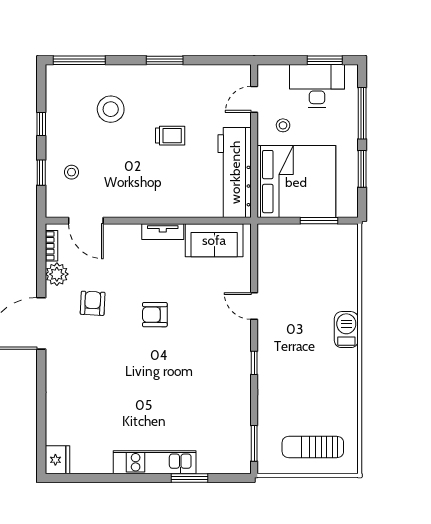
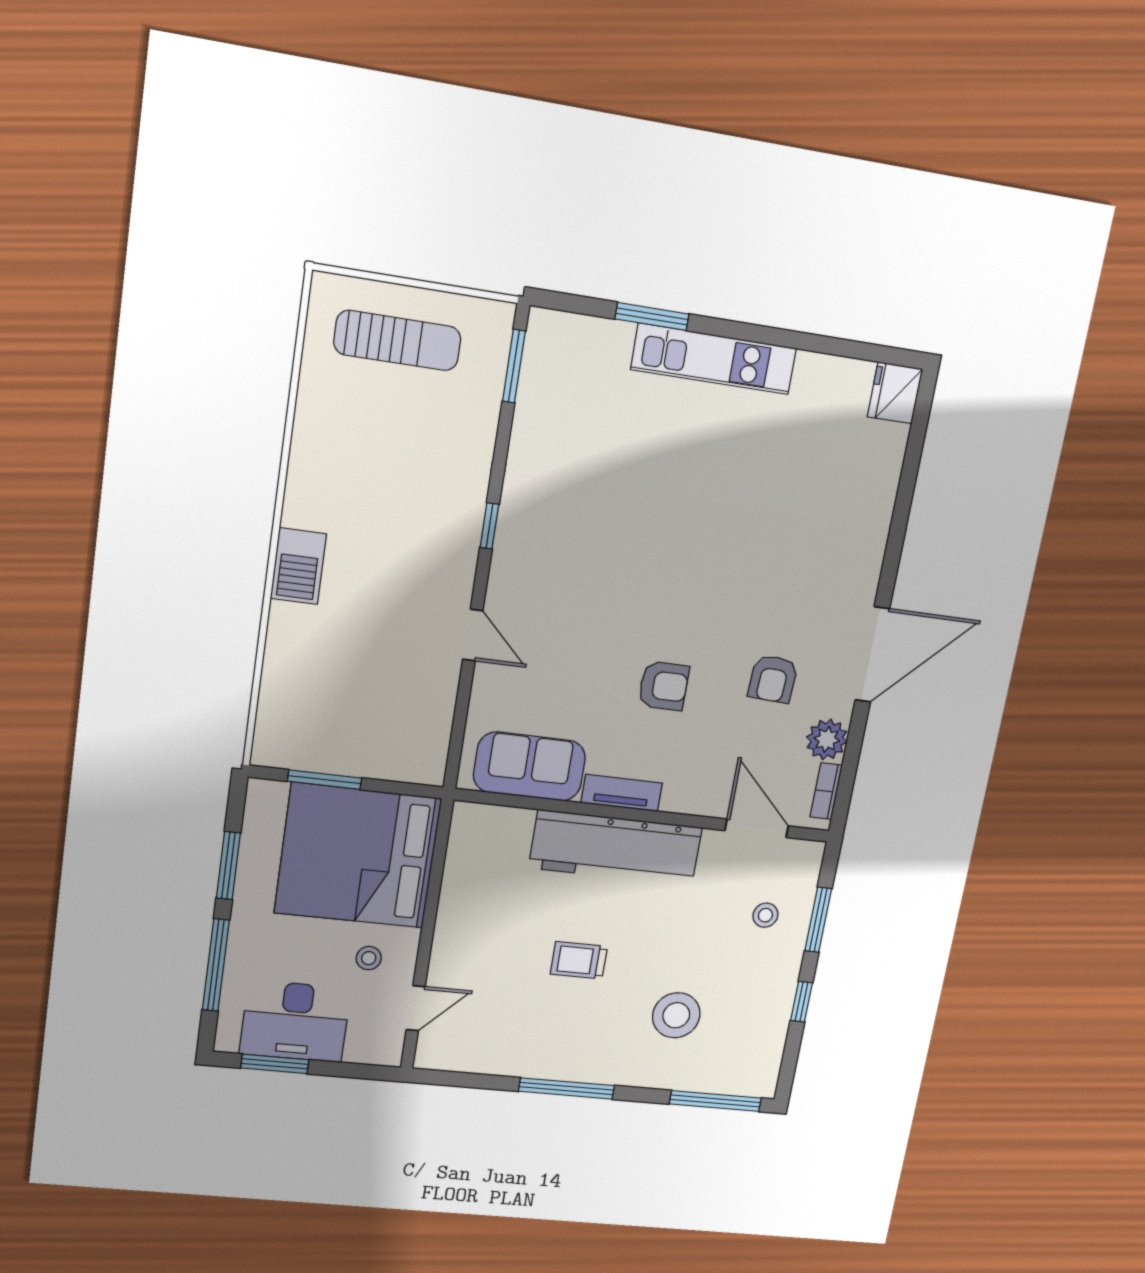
window: (165, 60) -> (567, 1088), width x1.44
workbench: (235, 172) -> (616, 848), moved, turned 90
window: (41, 173) -> (818, 920), width x1.50
armchair: (155, 315) -> (664, 686), moved

